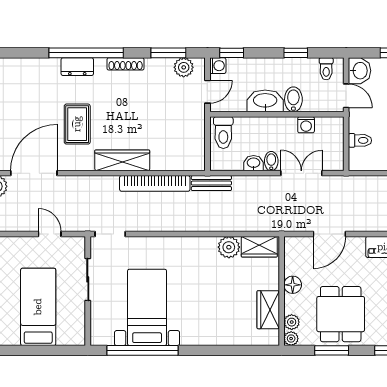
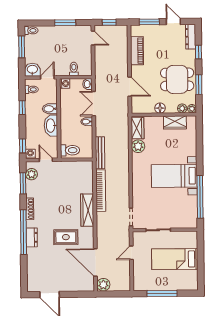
washing machine: (306, 125) -> (65, 84), moved
washbasin: (254, 163) -> (87, 84), moved
bench: (211, 183) -> (100, 153), width x1.36
bed with nightstands: (147, 307) -> (174, 176), moved

